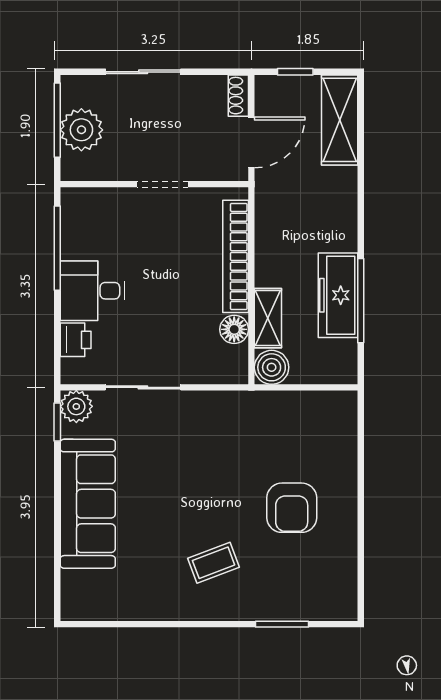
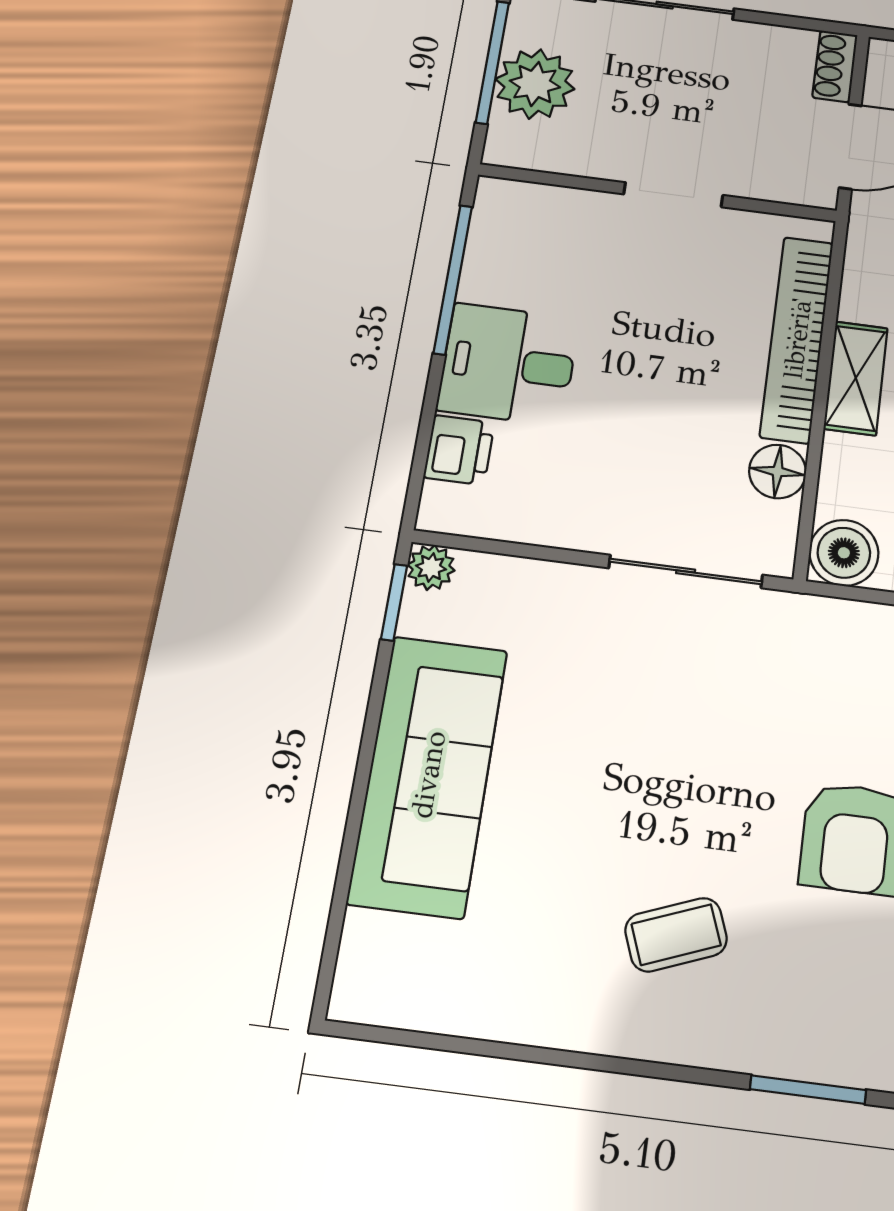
shelving: (268, 318) -> (856, 378), moved
sliding door: (143, 387) -> (686, 571), moved
plant: (76, 406) -> (431, 567), width x0.73, depth x0.73

